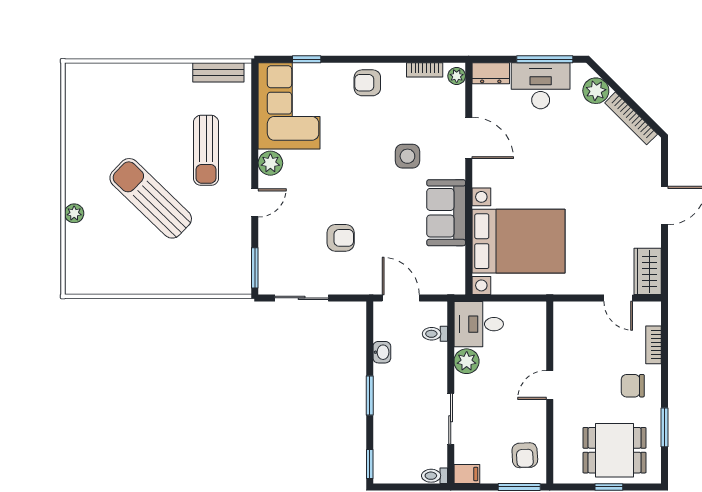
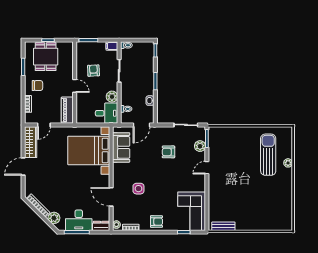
sun lounger: (206, 150) -> (229, 191), removed
plant: (270, 163) -> (200, 146), moved
sun lounger: (151, 198) -> (268, 155), moved, turned -134
sofa: (446, 213) -> (121, 147), moved
wardrobe: (648, 271) -> (31, 142), width x1.50
door: (401, 298) -> (142, 125), hinge flipped
door: (618, 298) -> (44, 125), swing flipped
piano: (566, 331) -> (67, 110), added
door: (550, 385) -> (75, 86), hinge flipped
dining table: (614, 450) -> (46, 57), turned 90
armchair: (525, 455) -> (93, 71), moved

